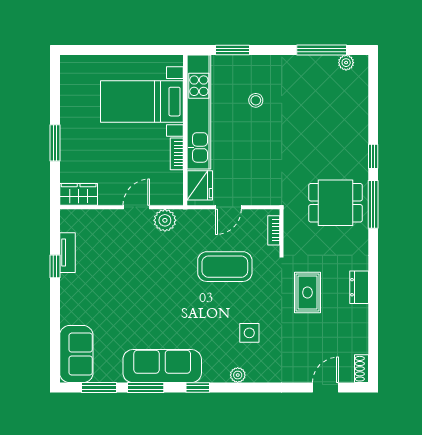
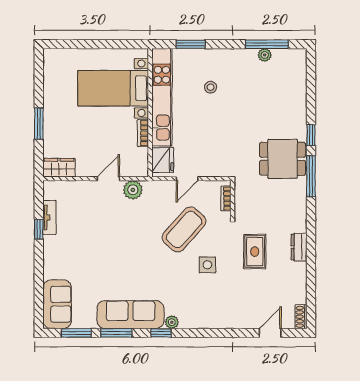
plant: (346, 63) -> (265, 55), moved
dining table: (336, 203) -> (283, 159), moved
coffee table: (225, 267) -> (184, 229), turned -48
side table: (249, 333) -> (207, 265), moved
plant: (238, 375) -> (172, 322), moved

